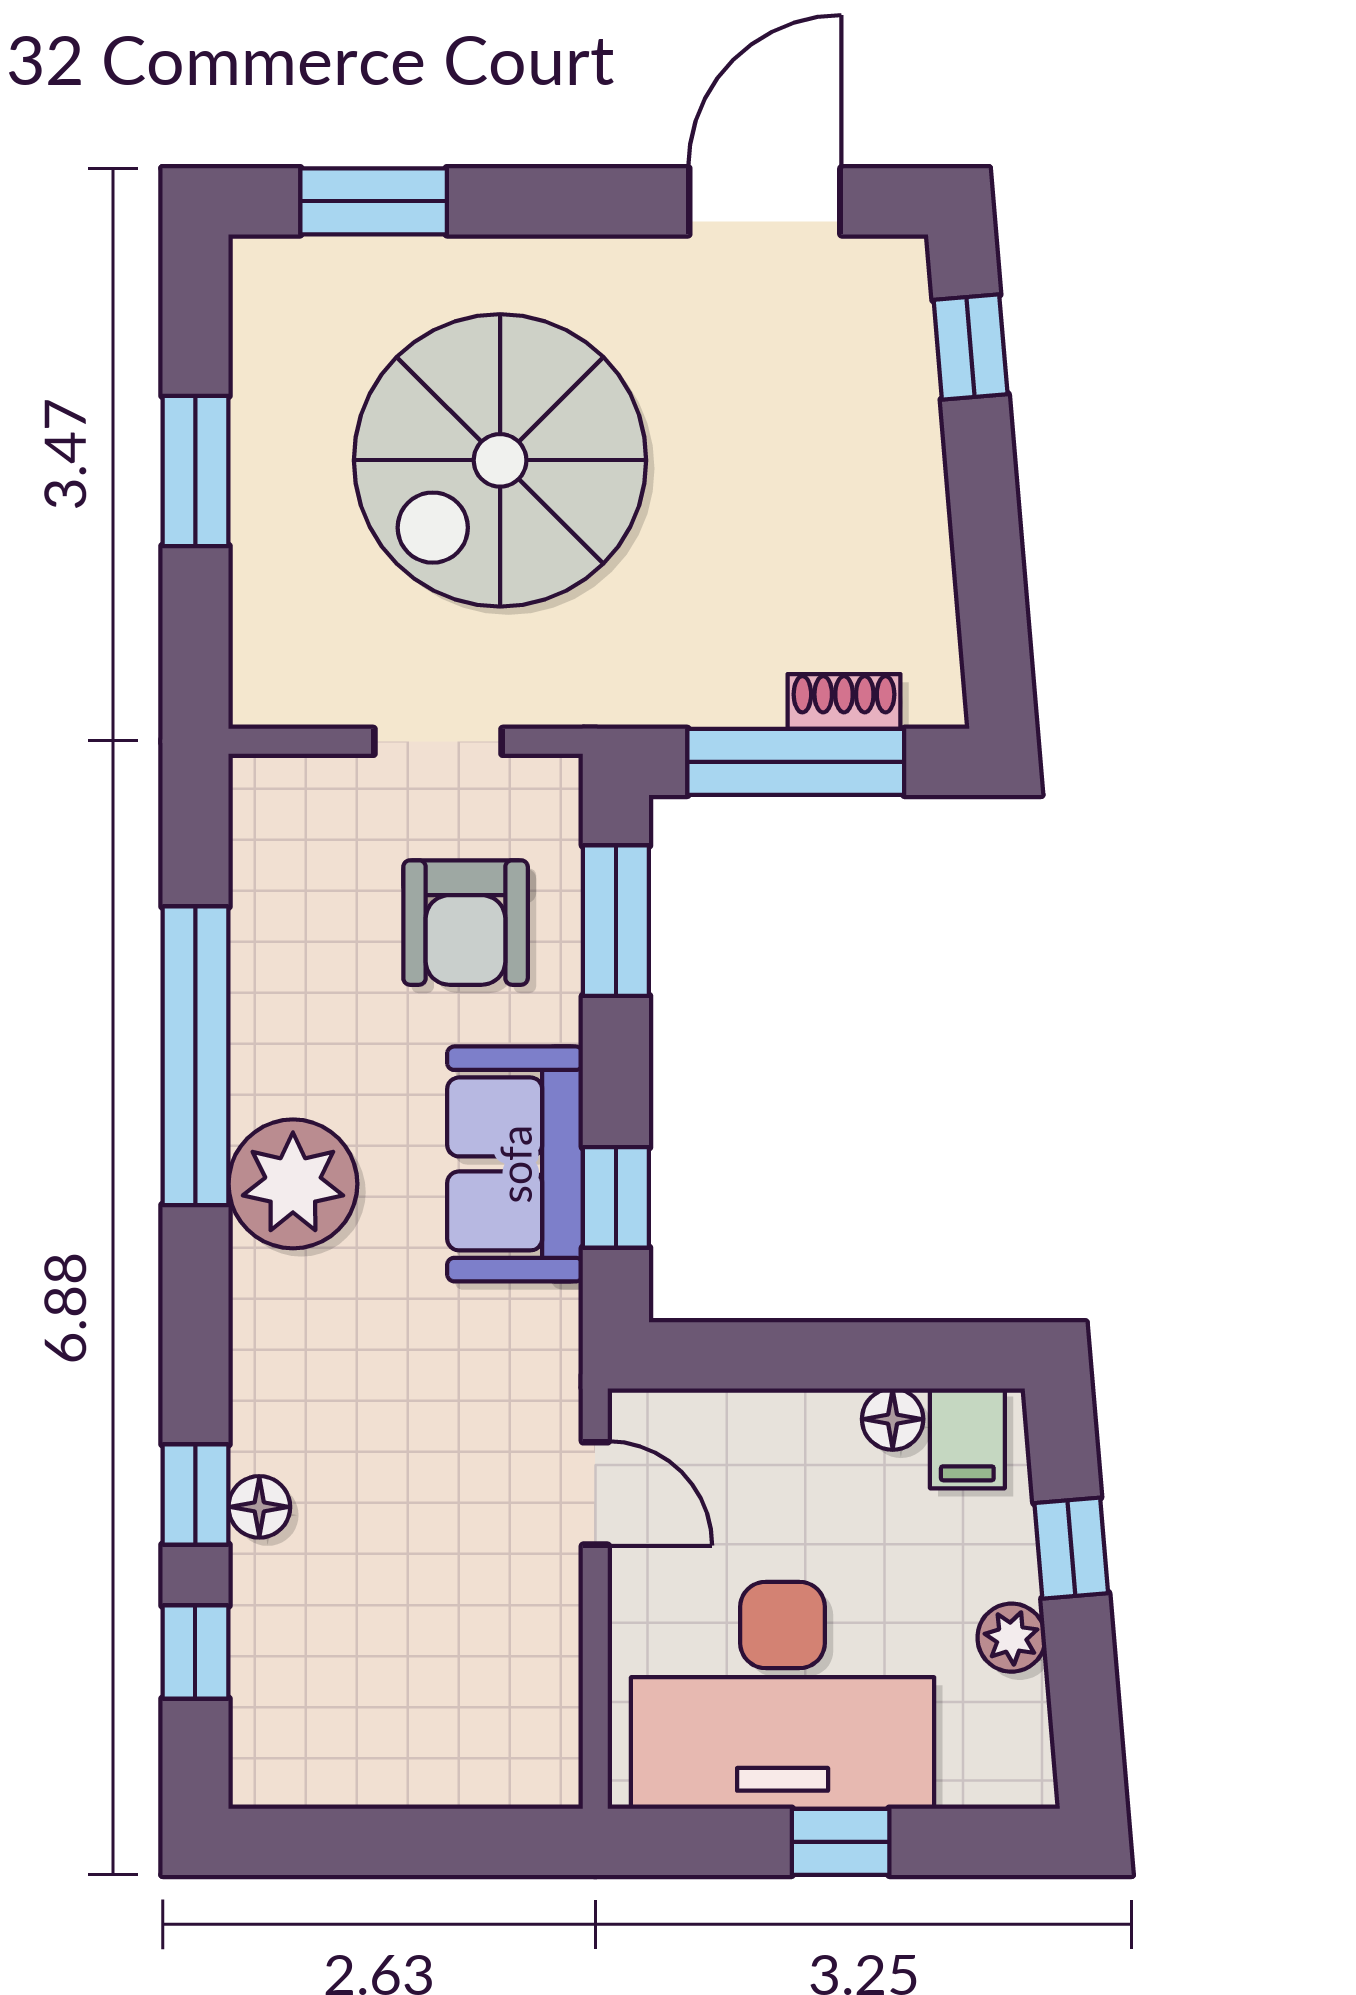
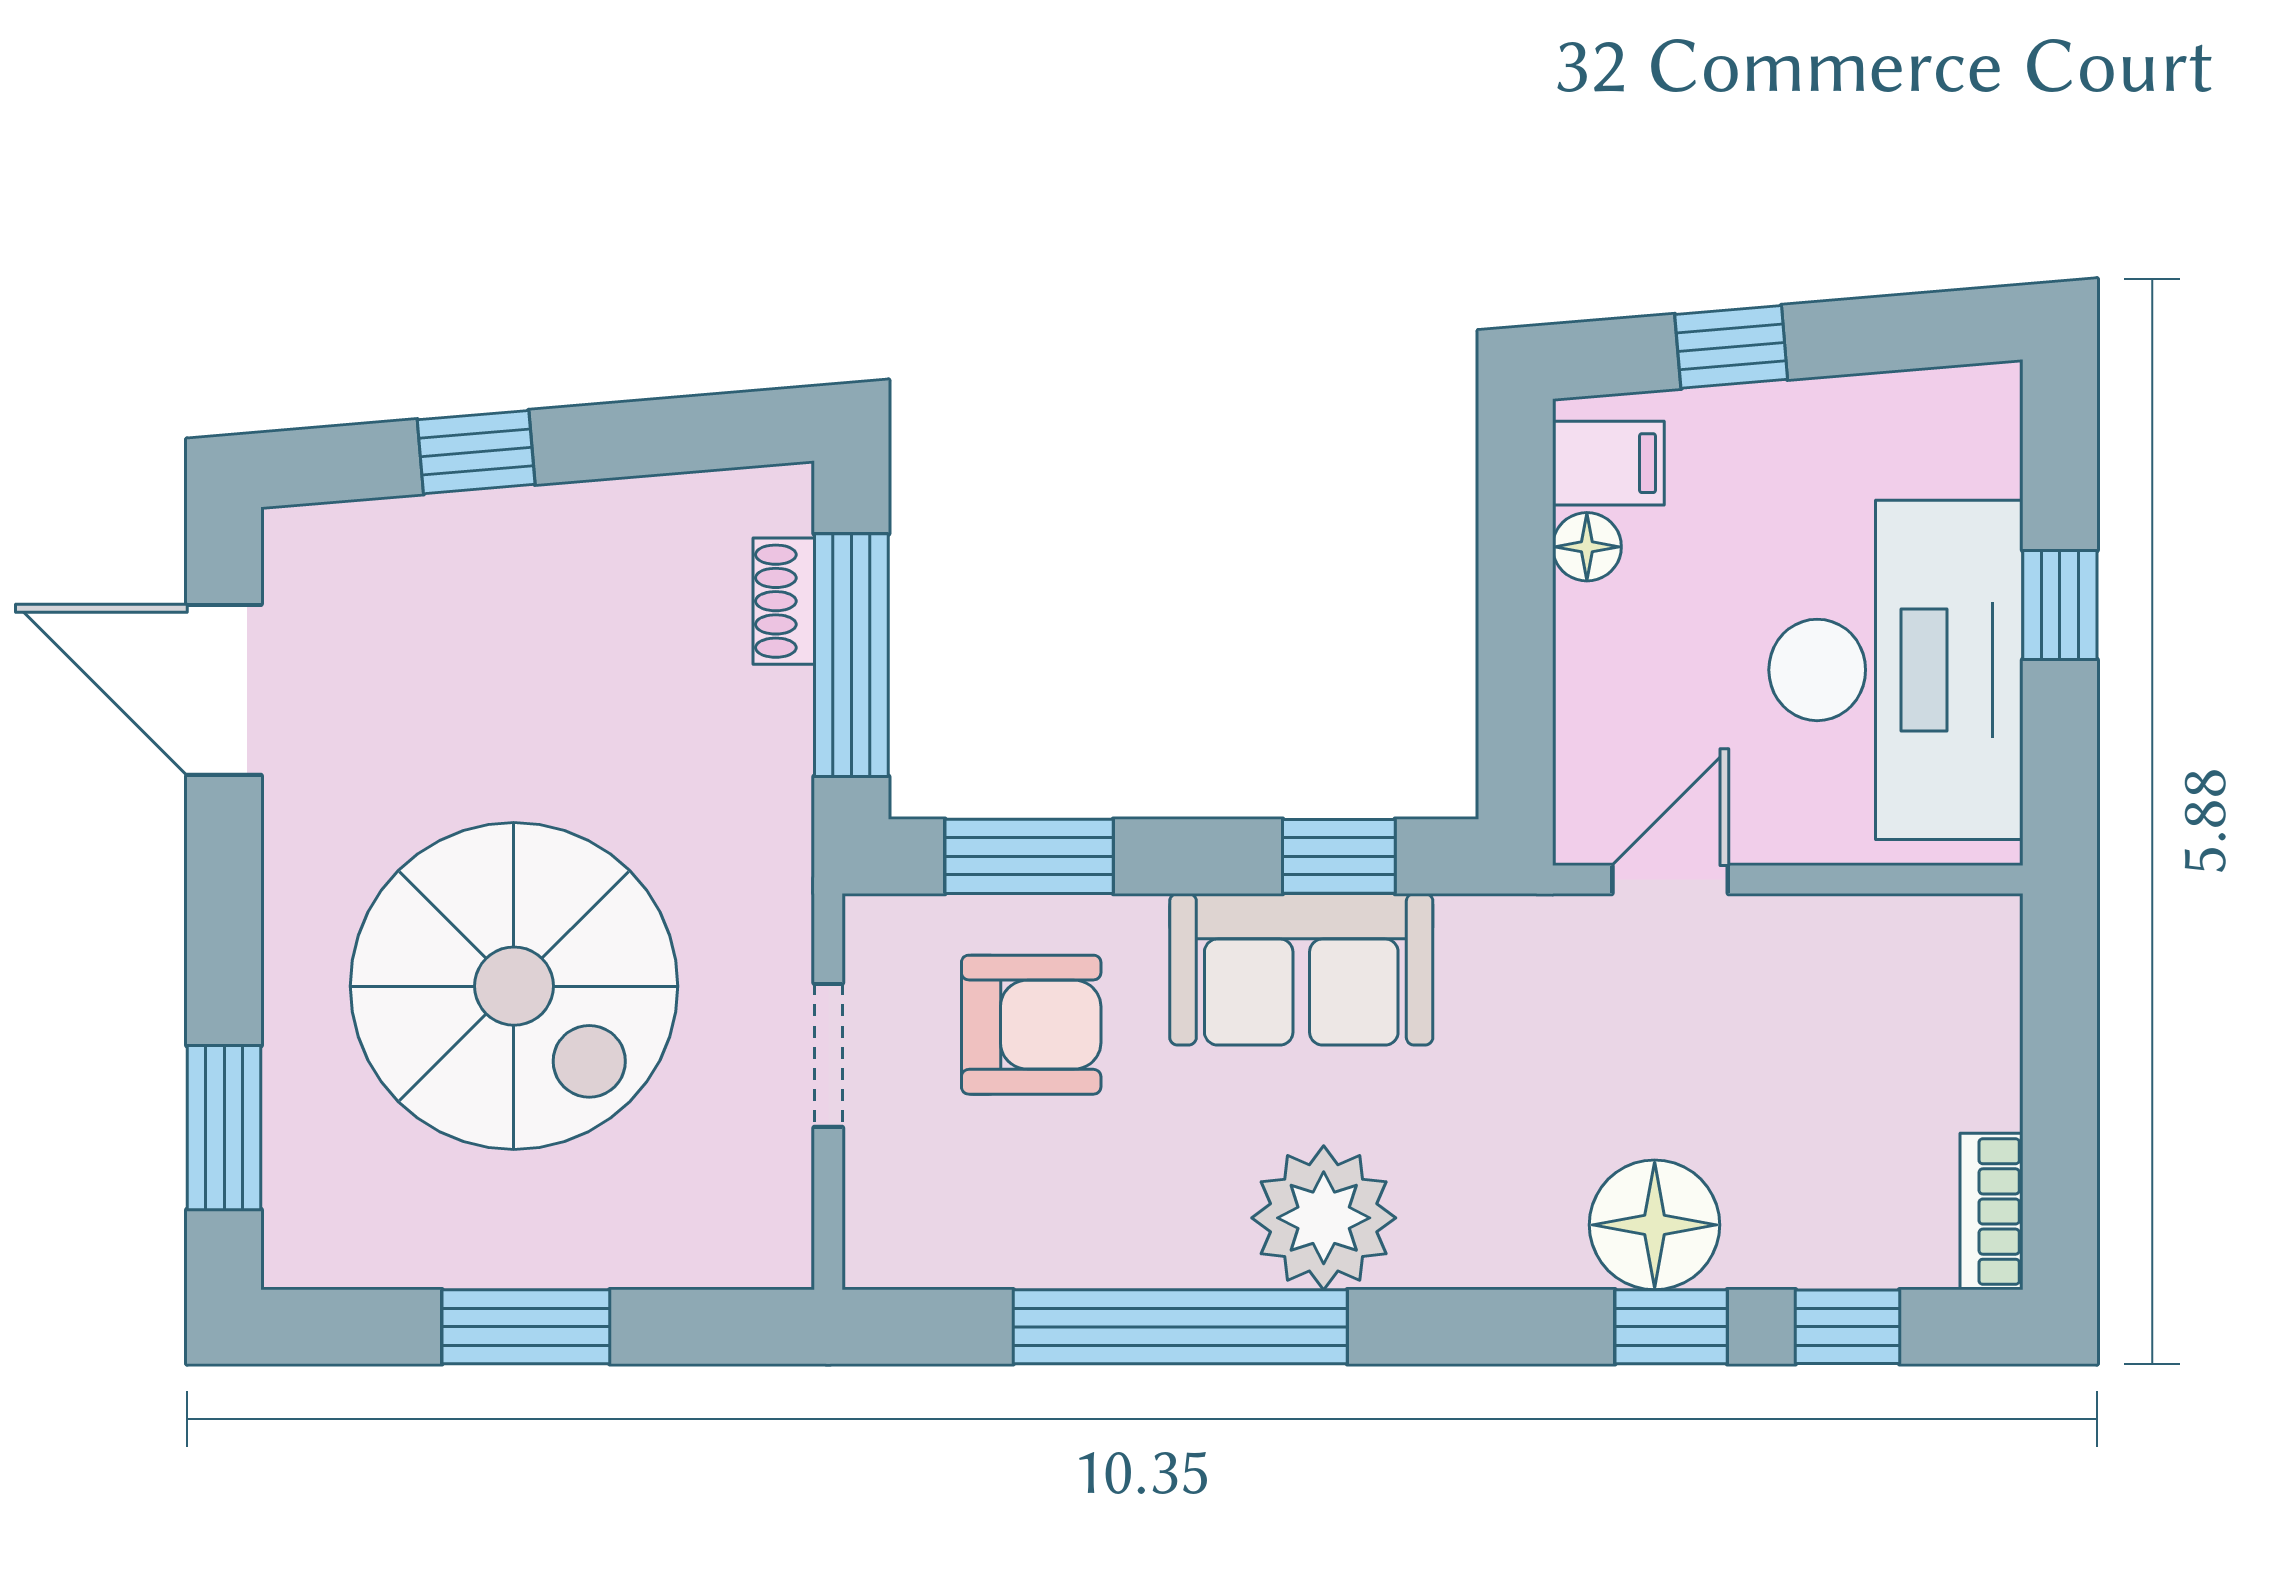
window: (971, 347) -> (476, 452), moved
floor lamp: (259, 1507) -> (1655, 1225), width x1.89, depth x1.89
plant: (1012, 1638) -> (1831, 414), removed
bookcase: (299, 1781) -> (1992, 1211), added

